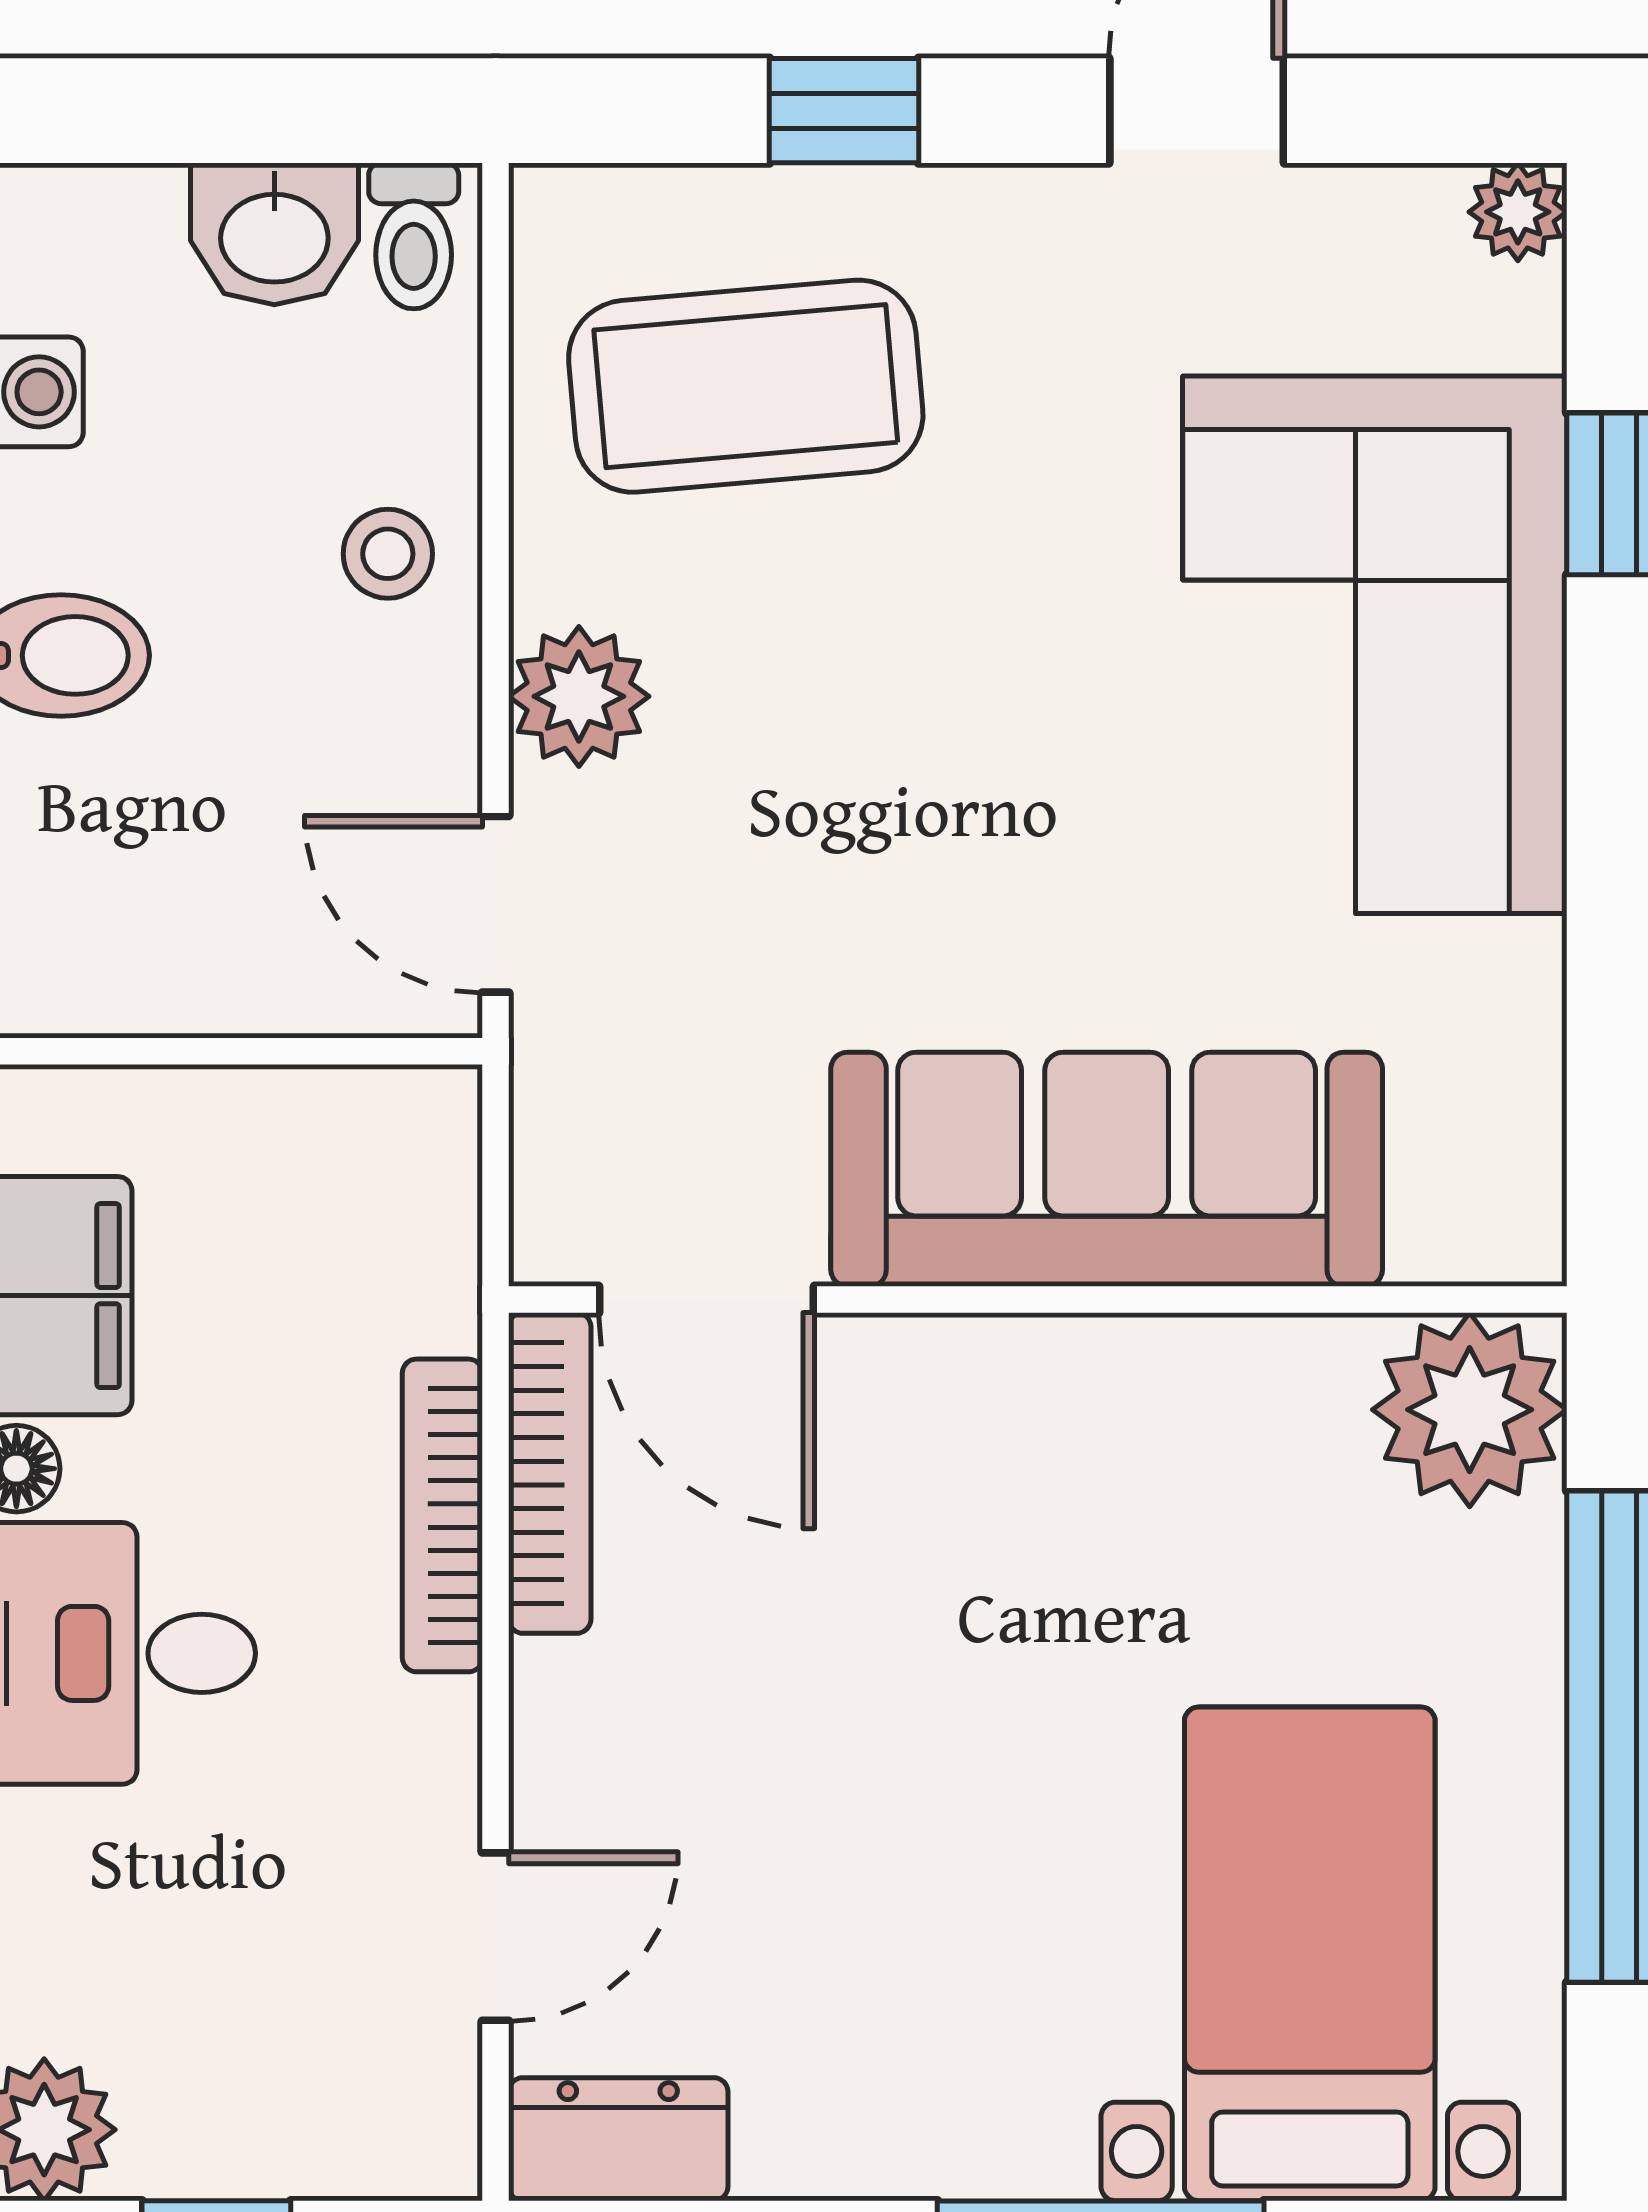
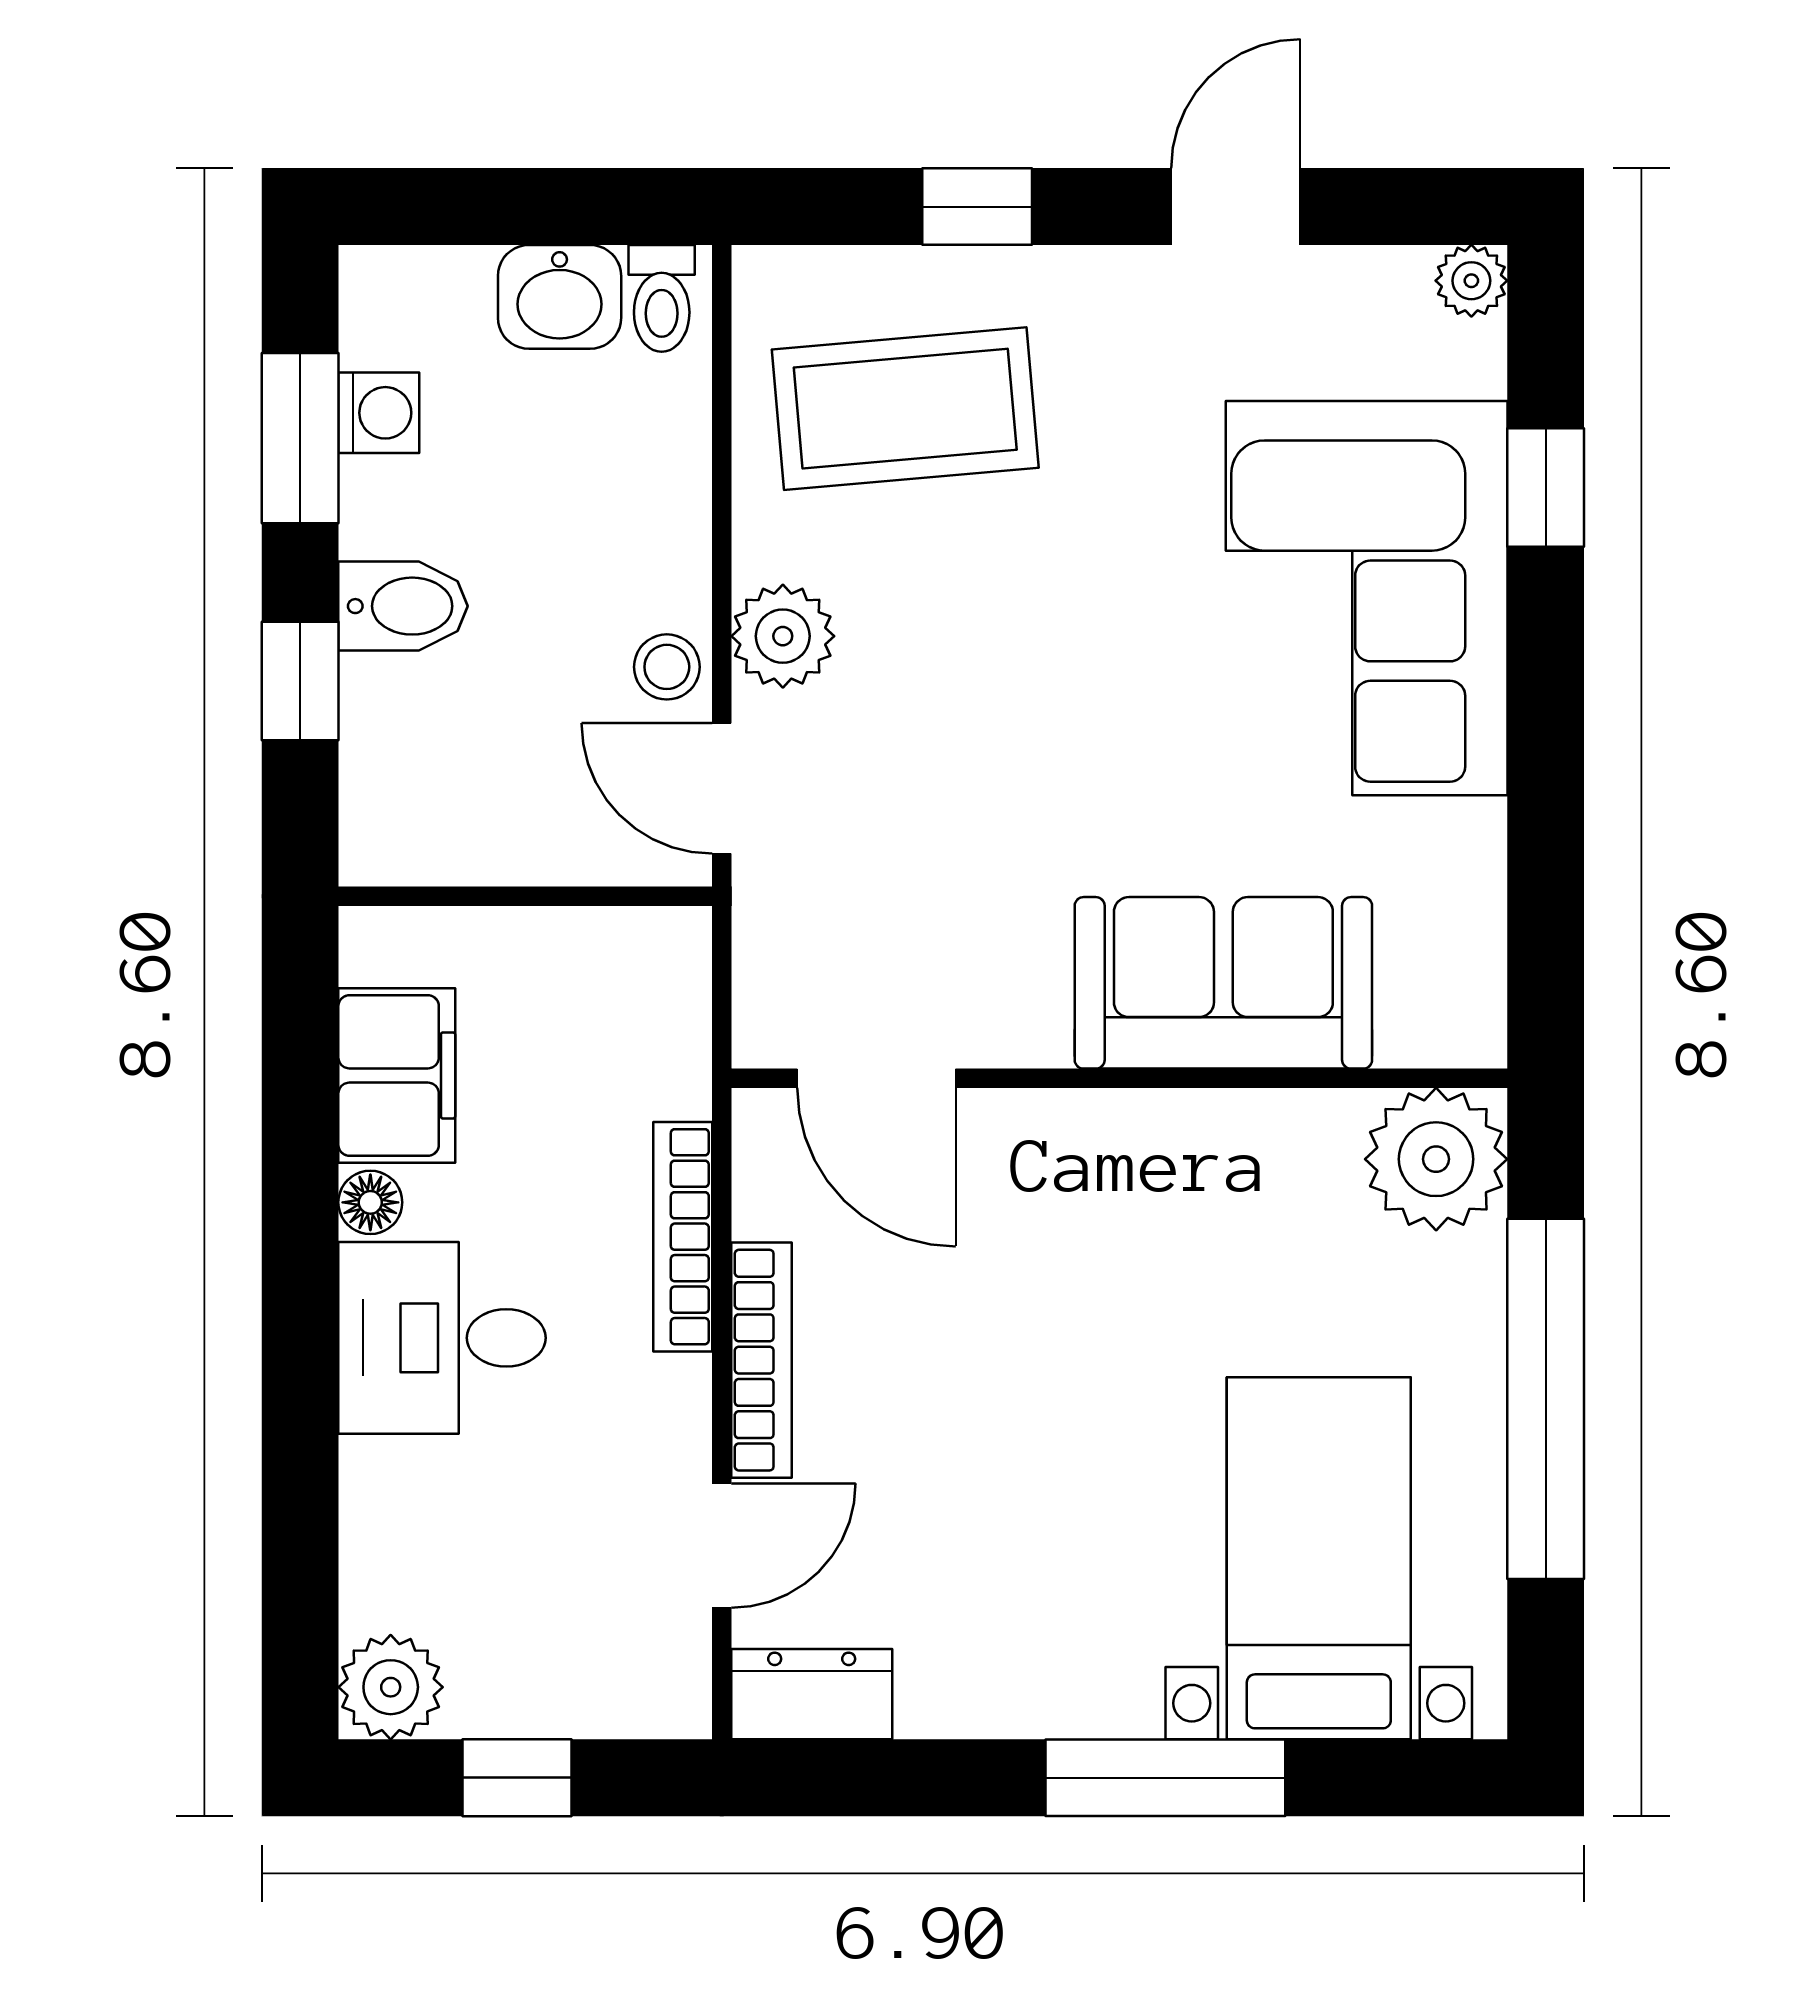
stool: (388, 554) -> (667, 667), moved
sofa: (1107, 1169) -> (1223, 983), width x0.73
bookcase: (550, 1473) -> (761, 1360), moved

